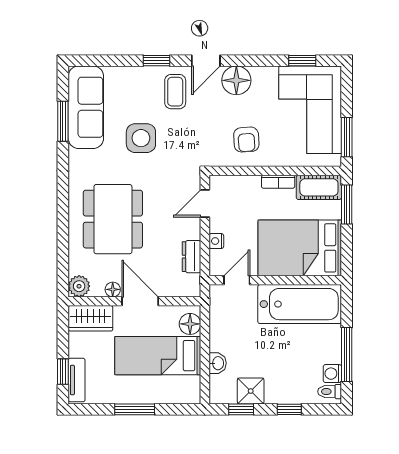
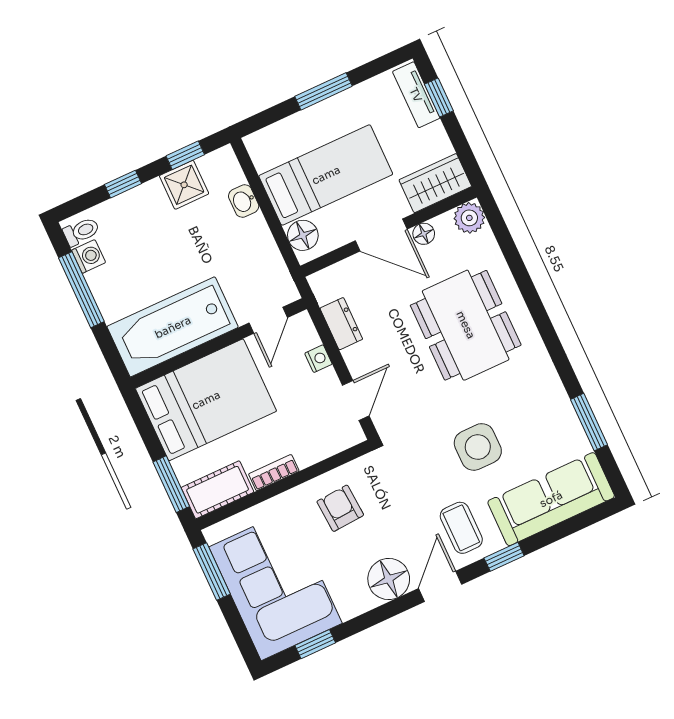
sofa: (86, 107) -> (551, 499), moved, turned 90

